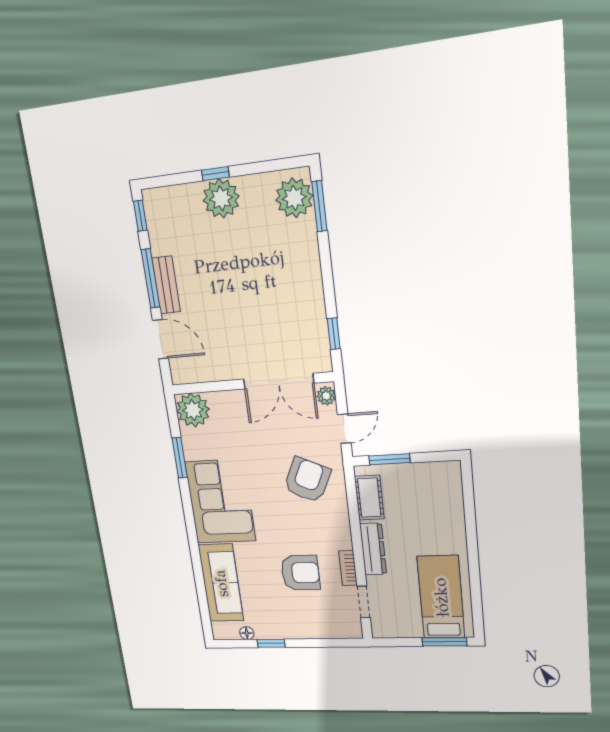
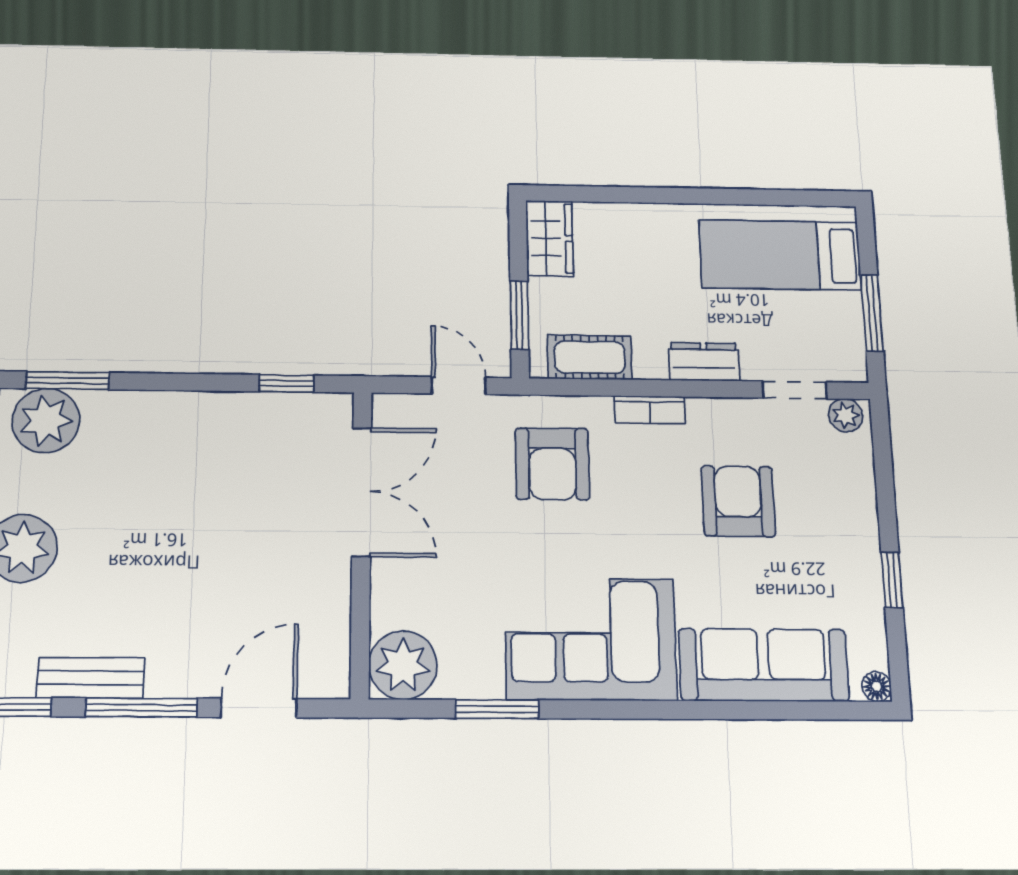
bench: (166, 285) -> (91, 678), moved
plant: (326, 396) -> (846, 415), moved
wardrobe: (438, 474) -> (550, 238), added
armchair: (307, 480) -> (552, 464), turned -115
dresser: (373, 549) -> (704, 362), width x0.70
bookcase: (348, 568) -> (650, 410), moved
floor lamp: (247, 633) -> (877, 687), moved
window: (445, 642) -> (872, 313), moved

